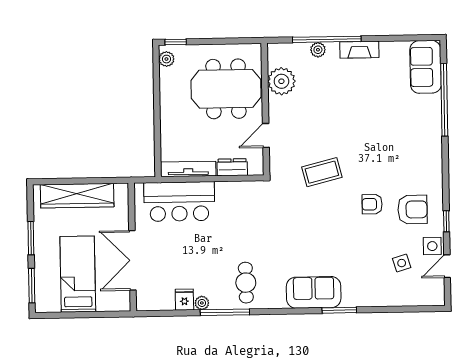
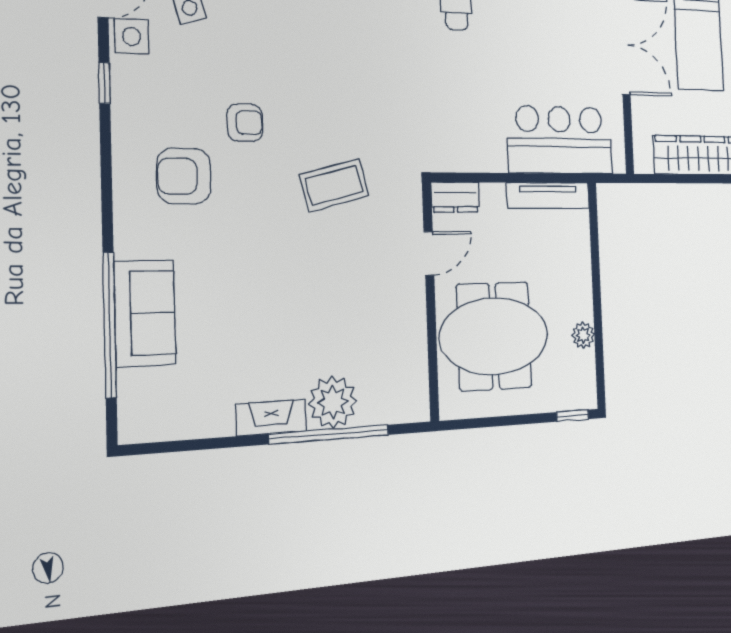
plant: (318, 50) -> (333, 402), width x1.87, depth x1.87
plant: (166, 59) -> (583, 335), moved
sofa: (426, 67) -> (145, 313), moved
plant: (281, 81) -> (405, 353), removed
dresser: (232, 167) -> (455, 197), moved
armchair: (413, 210) -> (184, 176), moved

